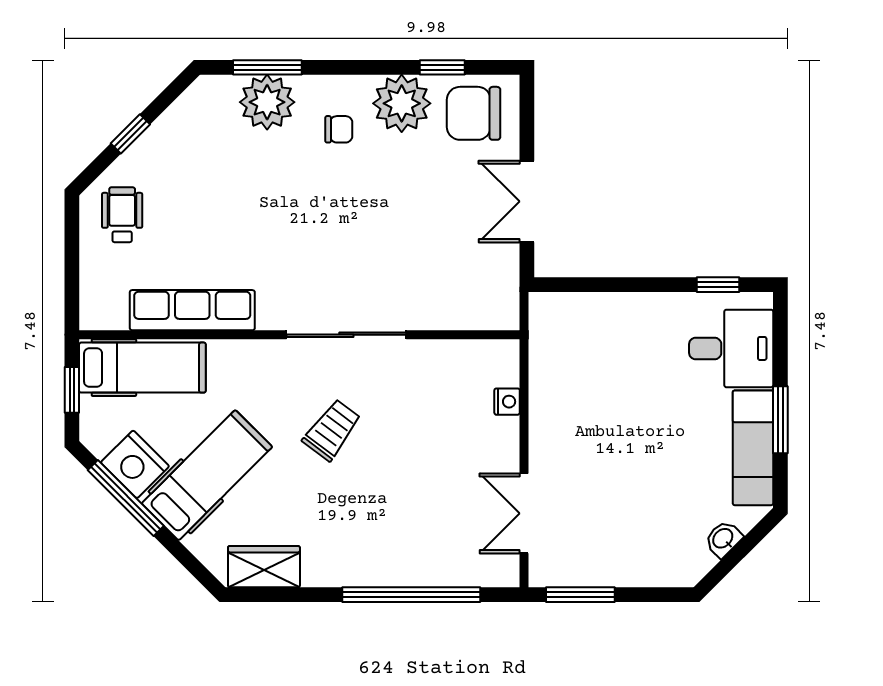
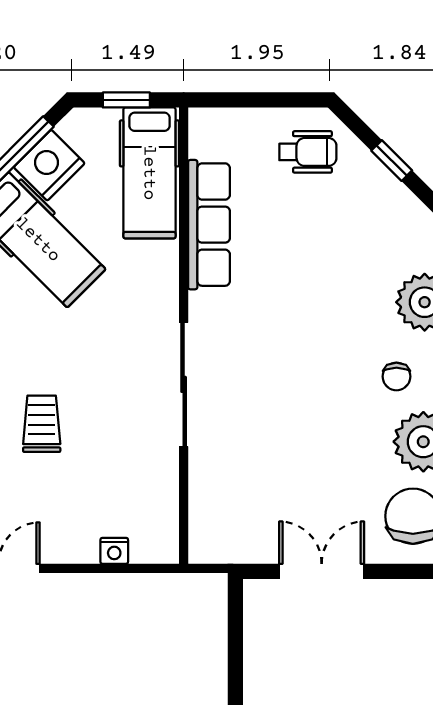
trolley: (332, 430) -> (42, 424), moved, turned -127

